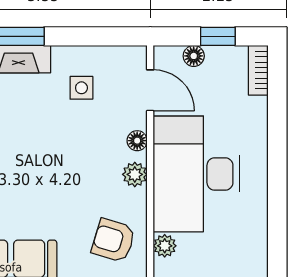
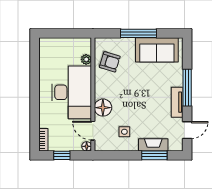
floor lamp: (194, 56) -> (87, 146), moved
floor lamp: (137, 141) -> (103, 108), width x1.89, depth x1.89
plant: (135, 174) -> (100, 92), removed

